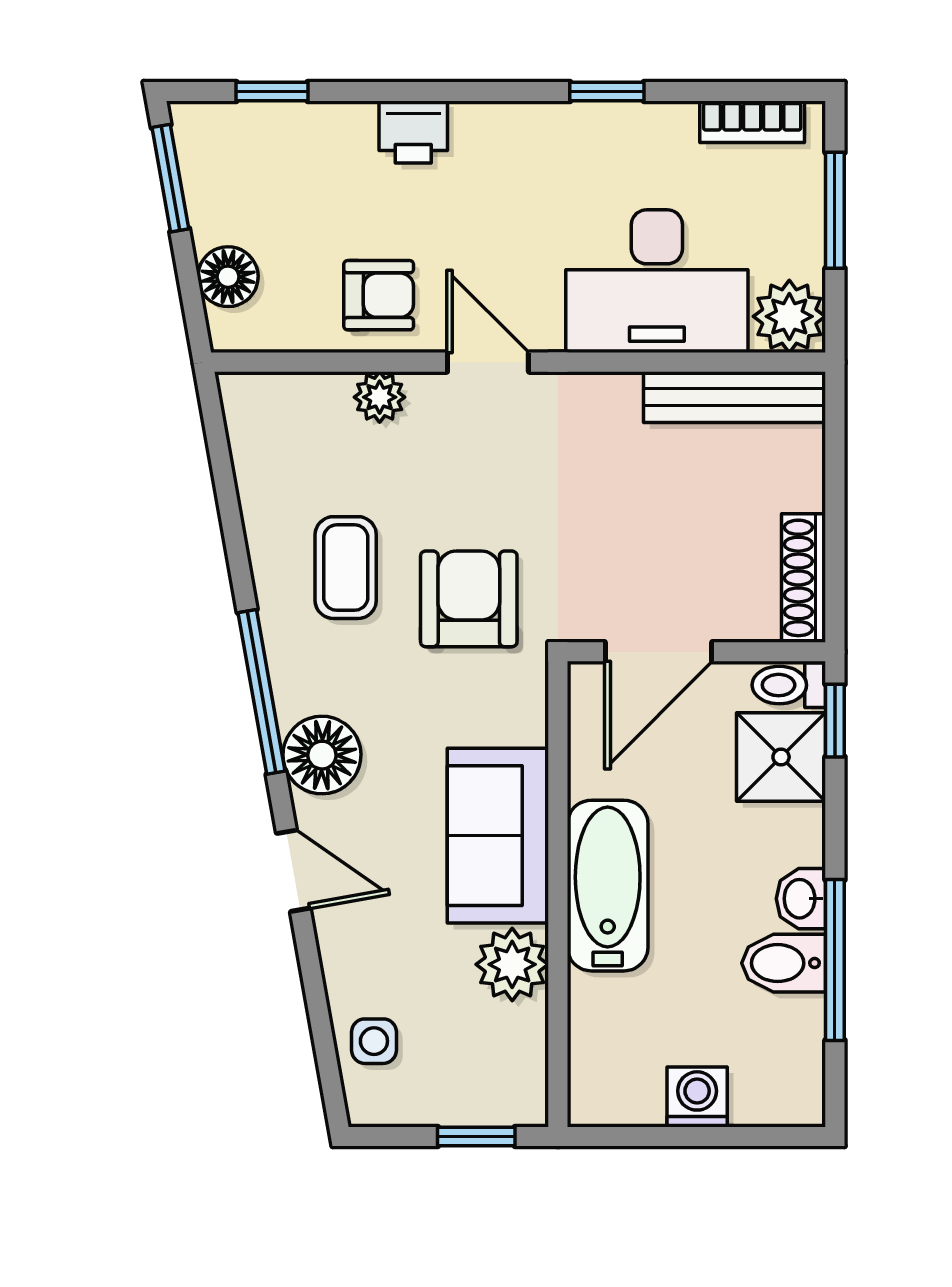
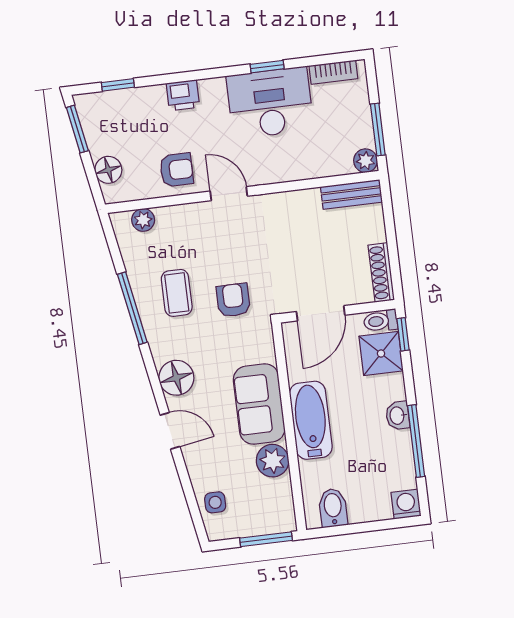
window: (835, 210) -> (378, 130), moved
desk: (657, 281) -> (270, 103), moved, turned 180
plant: (789, 316) -> (365, 161), width x0.73, depth x0.73
plant: (380, 397) -> (143, 220), moved
bench: (735, 397) -> (351, 194), width x0.73
armchair: (469, 599) -> (233, 300), width x0.72, depth x0.72
window: (262, 692) -> (132, 308), moved
bidet: (784, 963) -> (333, 508), moved, turned 90
washing machine: (697, 1097) -> (406, 504), moved
window: (476, 1137) -> (266, 539), width x1.50

